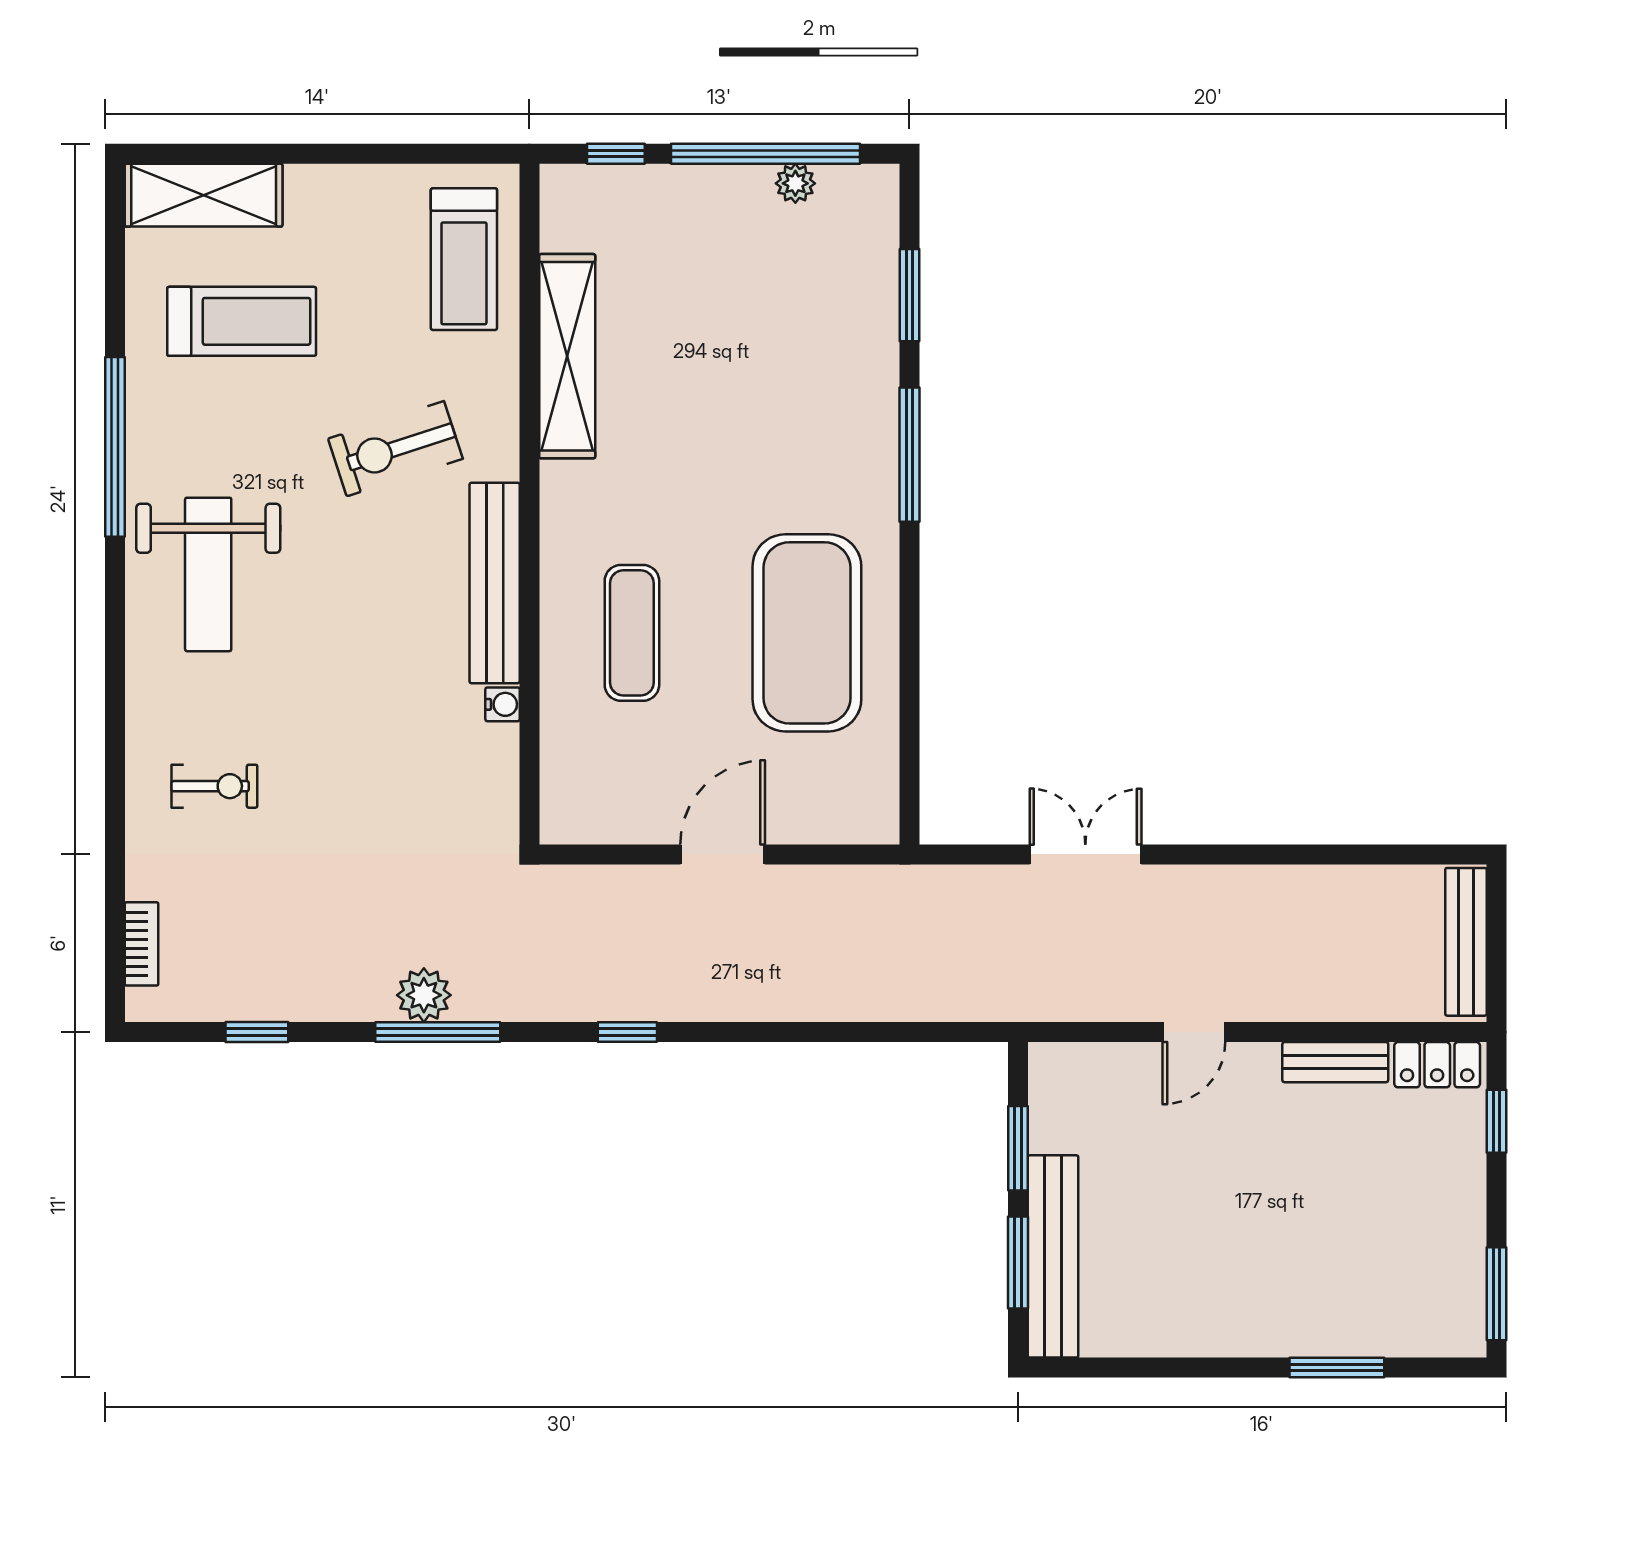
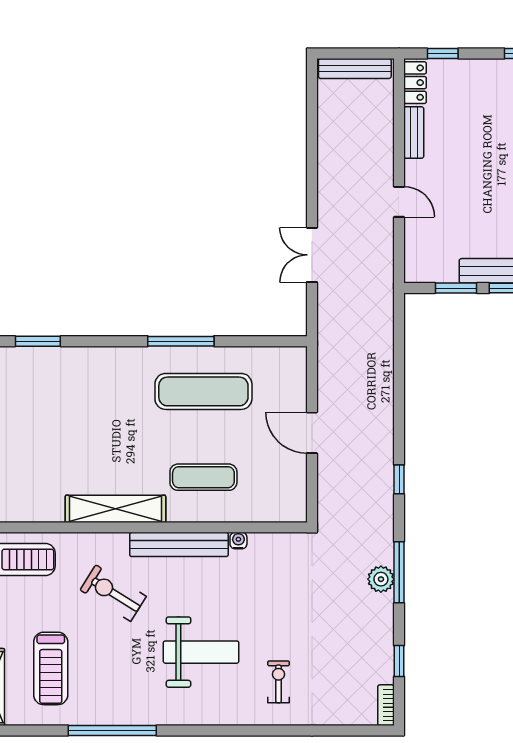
treadmill: (242, 321) -> (51, 668), turned 180
shelving: (567, 356) -> (115, 509), moved
exercise bike: (395, 449) -> (113, 593), turned 140
window: (909, 455) -> (181, 341), moved
weight bench: (208, 574) -> (201, 652), moved
exercise mat: (807, 633) -> (203, 391), width x0.68
bookcase: (142, 944) -> (386, 705), moved, turned -90

